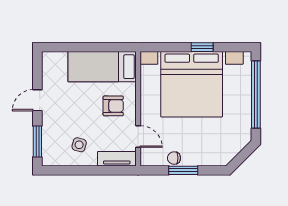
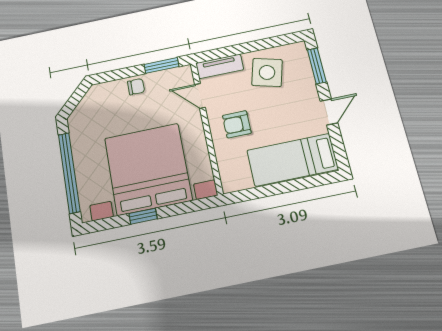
bed: (102, 67) -> (292, 160), moved, turned 180
side table: (79, 145) -> (267, 72), width x1.87, depth x1.87
chair: (174, 158) -> (136, 87), moved
window: (183, 170) -> (161, 65), moved

